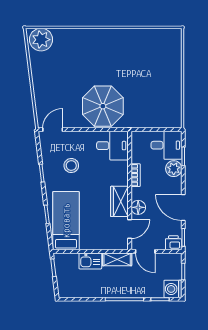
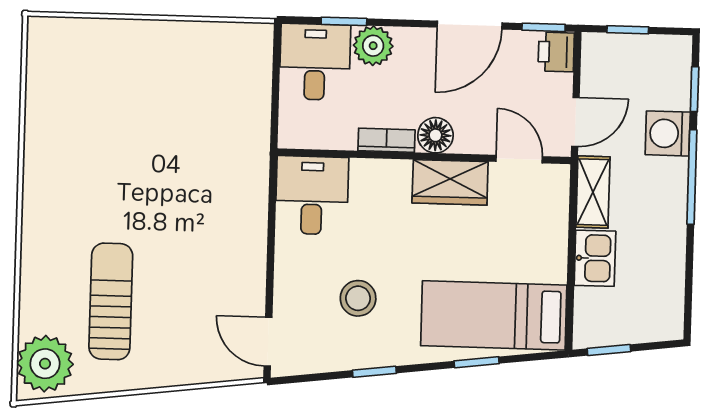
sun lounger: (67, 65) -> (111, 301), added
parasol: (103, 106) -> (214, 216), removed
floor lamp: (138, 207) -> (435, 135), moved
washing machine: (173, 289) -> (668, 133), moved, turned 90

